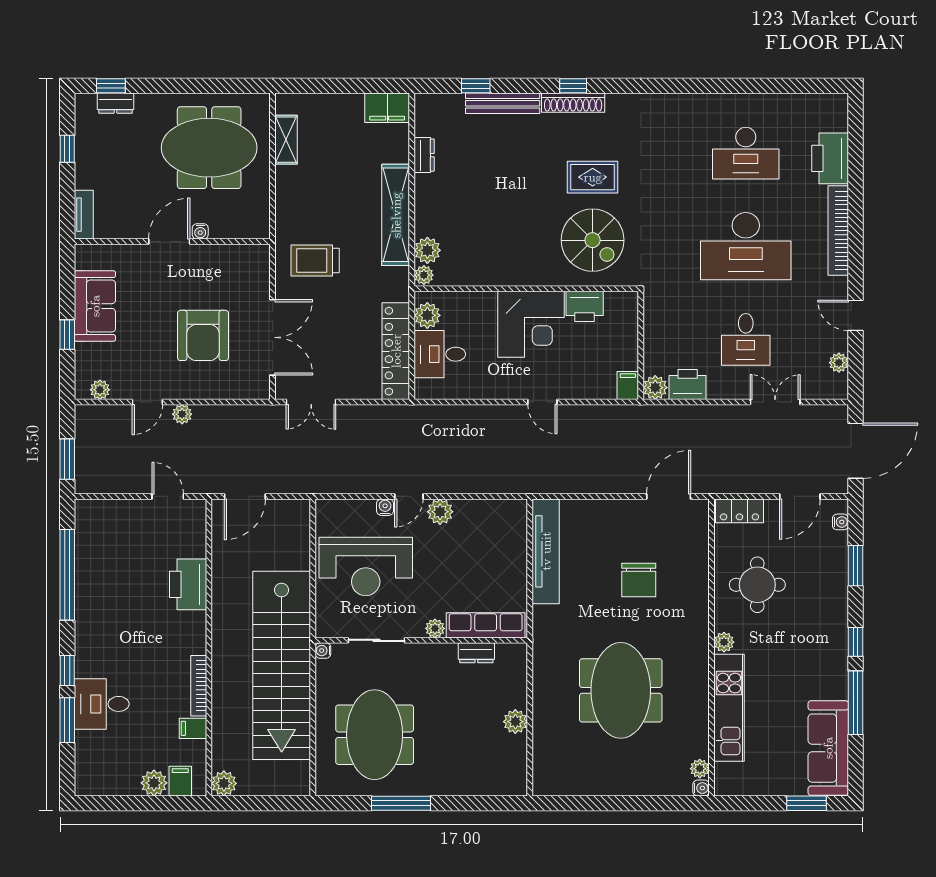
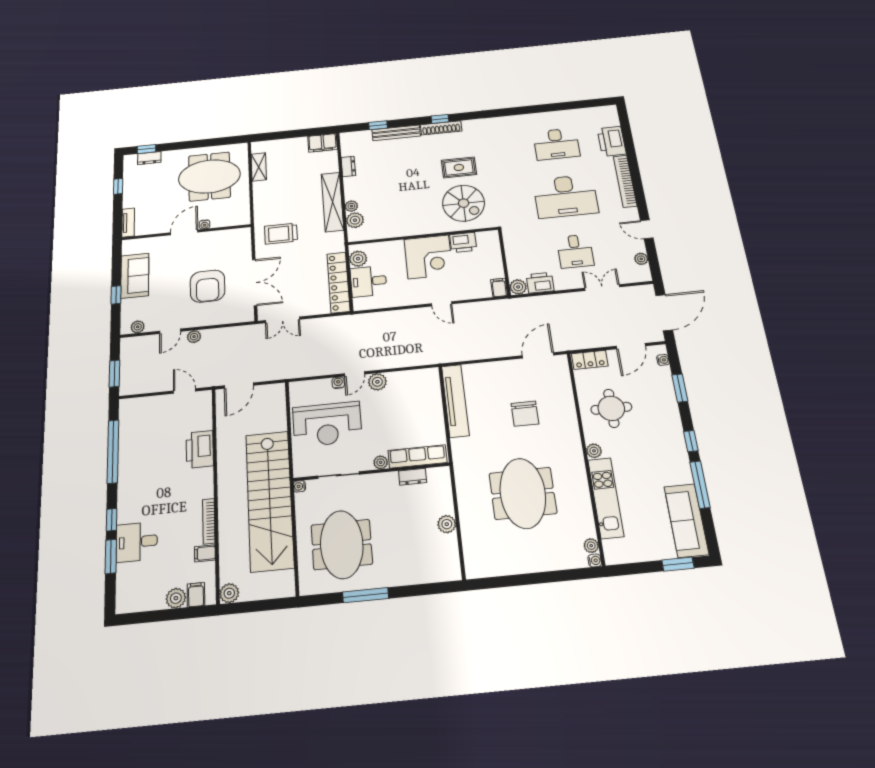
plant: (424, 275) -> (351, 206), moved

